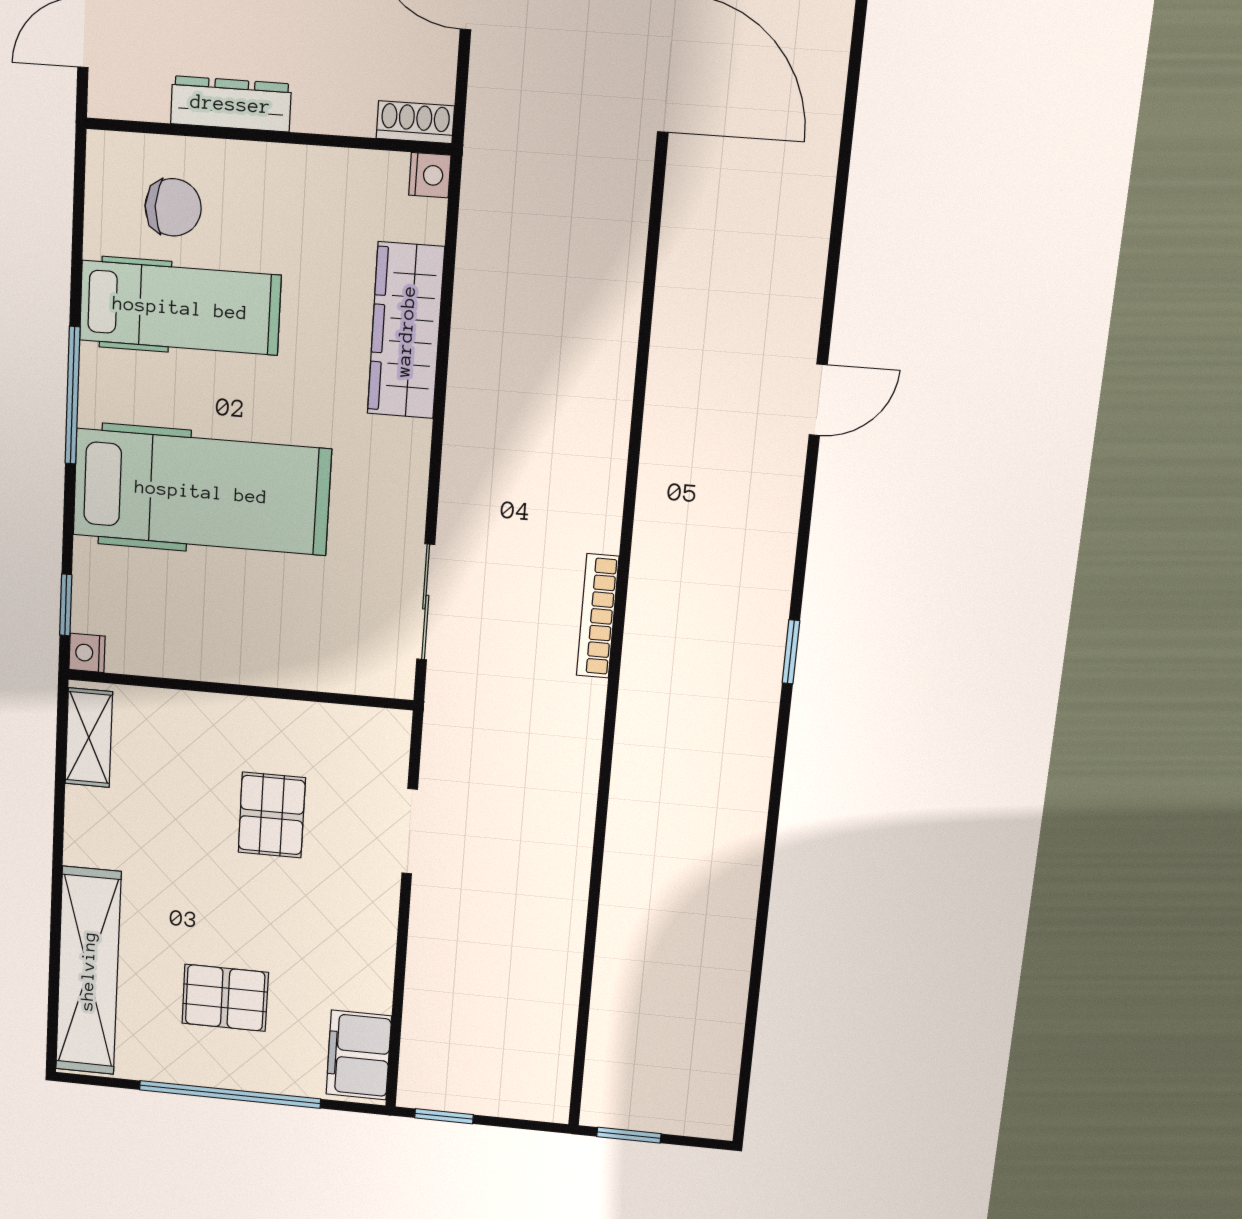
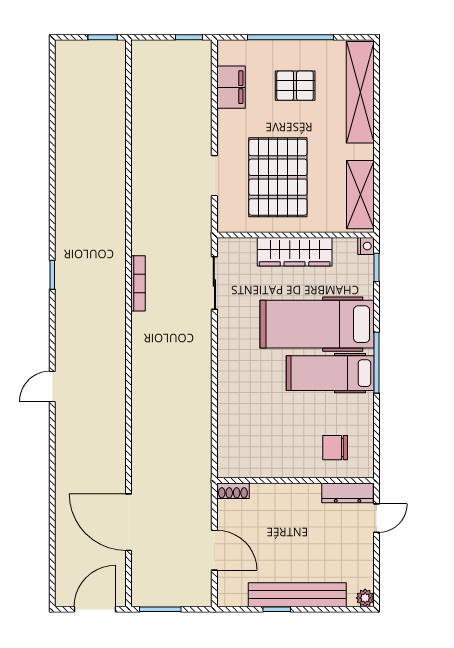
dresser: (231, 104) -> (348, 493), moved
nightstand: (430, 175) -> (225, 469), removed
hospital bed: (180, 308) -> (330, 373), moved
wardrobe: (406, 331) -> (295, 252), moved, turned 90
shelving: (89, 738) -> (360, 195), width x1.50, depth x1.33
pallet: (272, 815) -> (278, 177), width x2.05, depth x2.00
filing cabinet: (359, 1055) -> (231, 87), moved

